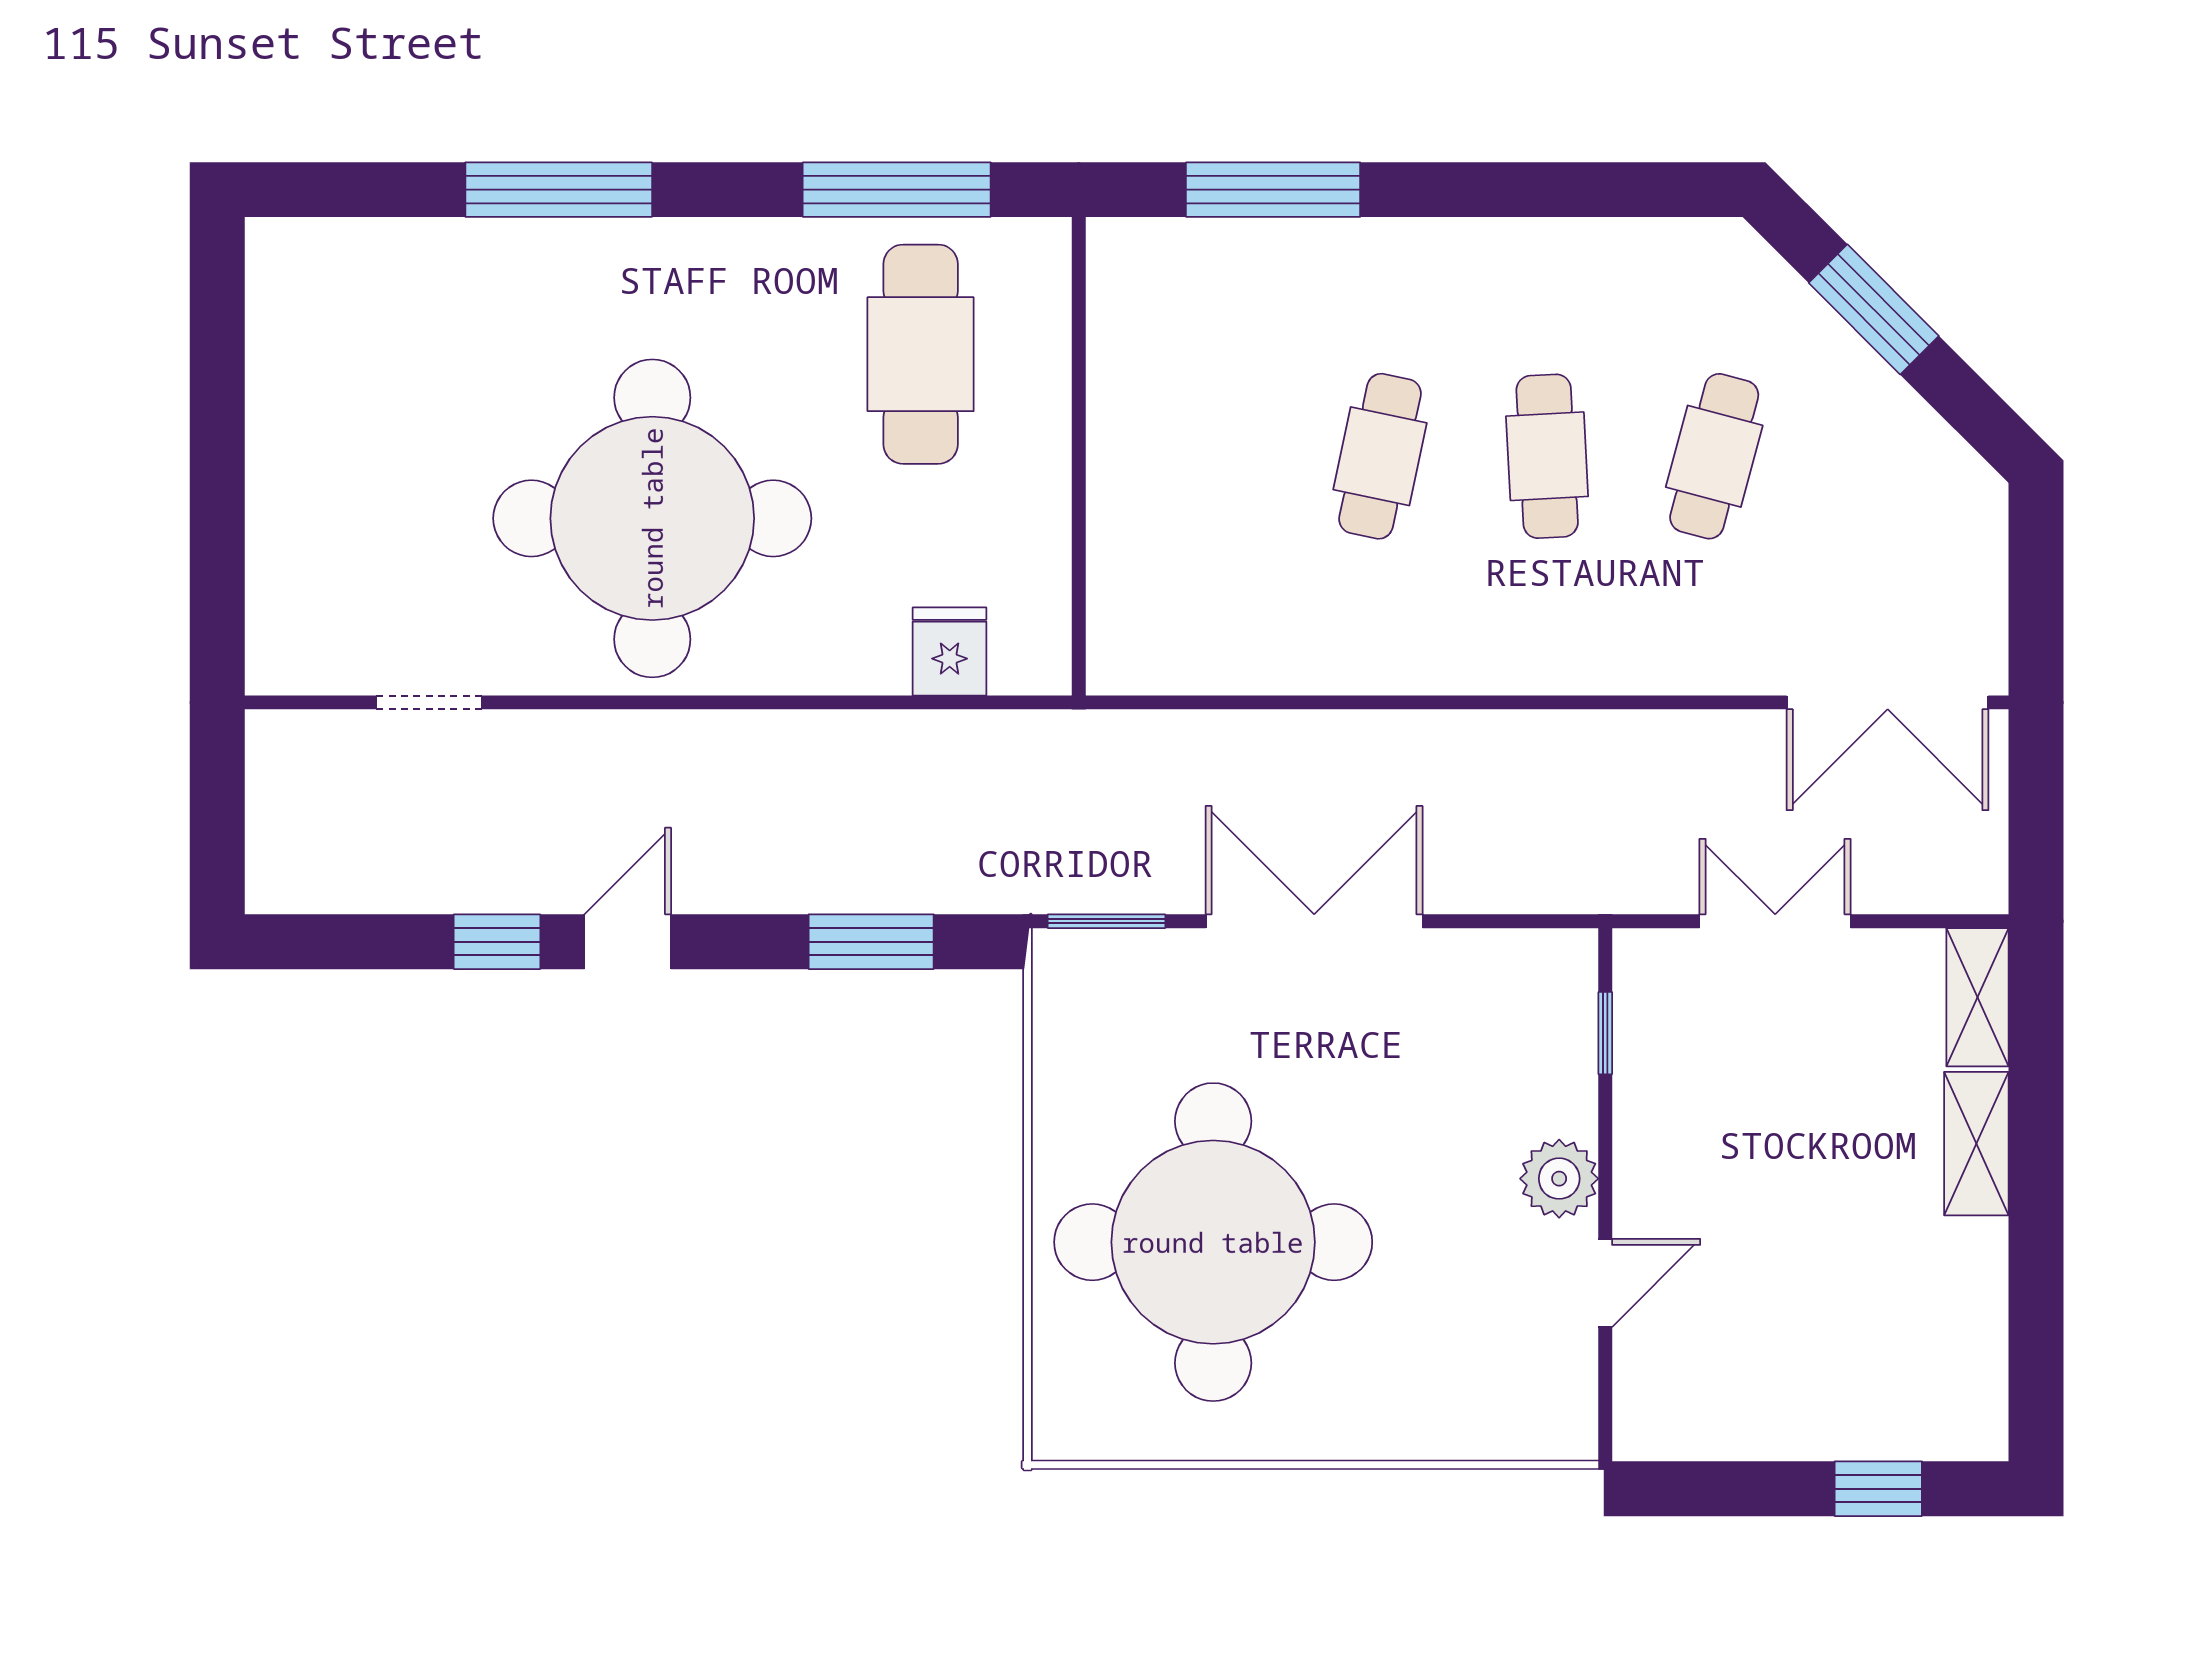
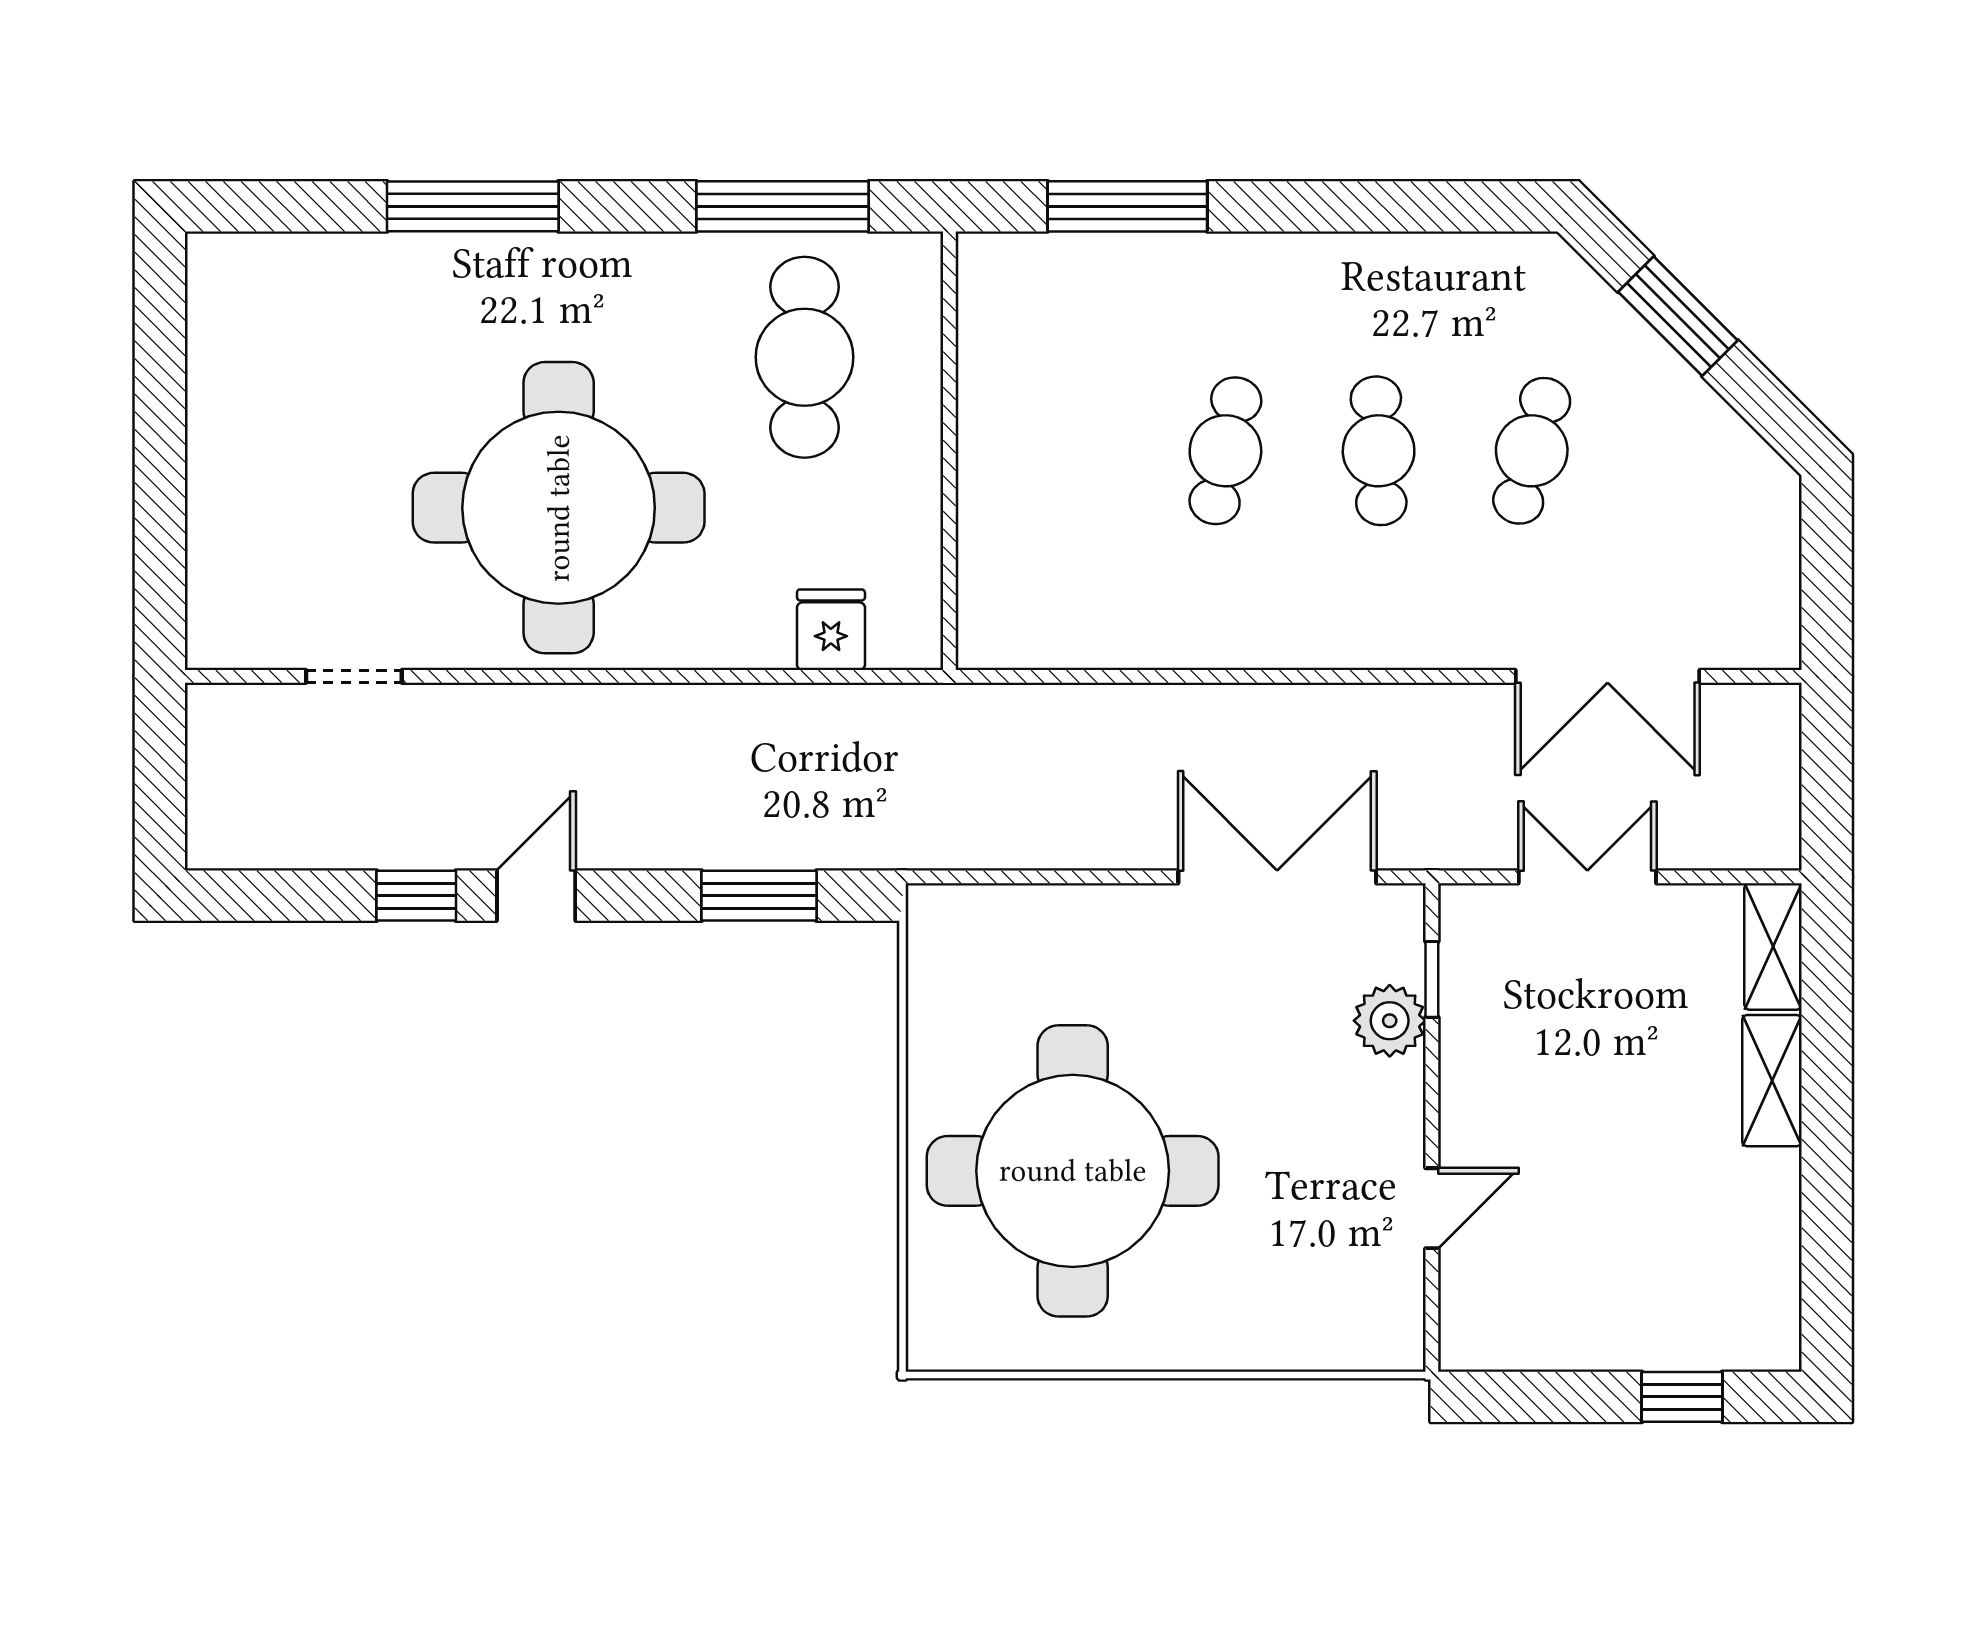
double door: (1888, 702) -> (1608, 676), moved
window: (1107, 921) -> (975, 877), removed
double door: (1314, 921) -> (1277, 877), moved
plant: (1559, 1179) -> (1390, 1021), moved

